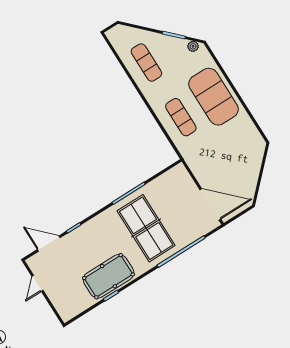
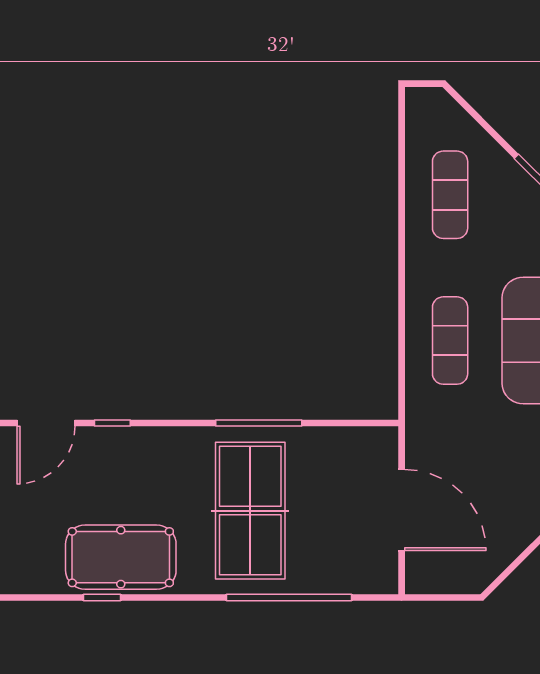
door: (210, 204) -> (402, 510), moved
door: (49, 244) -> (46, 423), swing flipped

